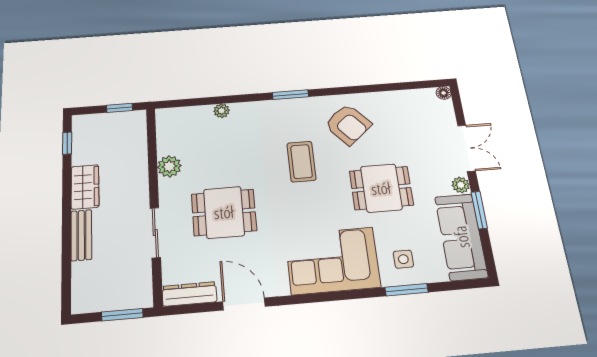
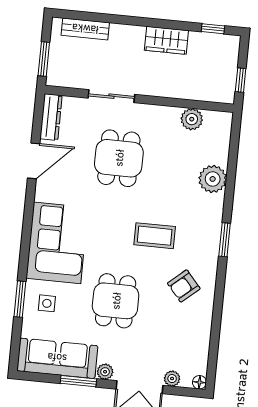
plant: (222, 111) -> (213, 179), width x1.88, depth x1.88
plant: (448, 119) -> (172, 379), added
armchair: (348, 124) -> (184, 286), width x0.72, depth x0.72
plant: (169, 166) -> (192, 119), moved
bench: (81, 235) -> (85, 29), moved

